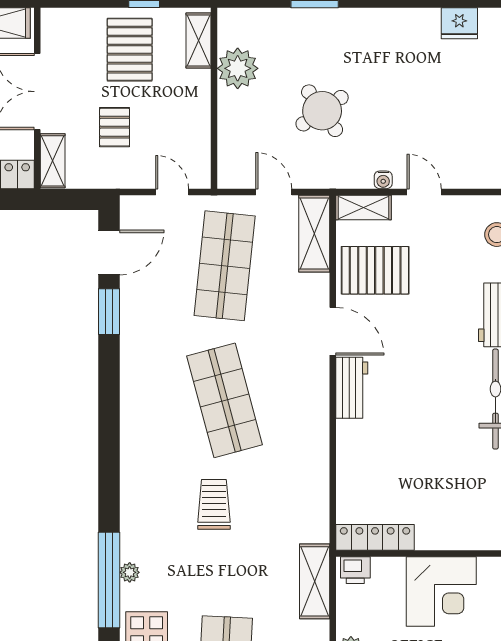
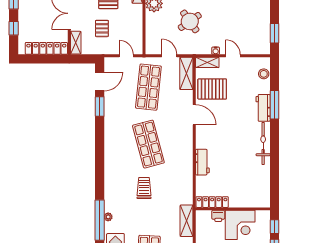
workbench: (352, 388) -> (202, 162), moved
printer: (355, 570) -> (218, 216), moved

